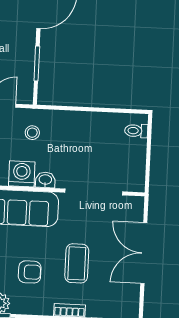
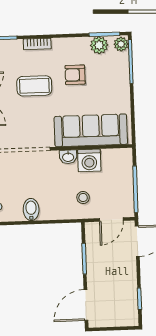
bidet: (92, 124) -> (31, 210), added
coffee table: (77, 263) -> (34, 86), turned 90

